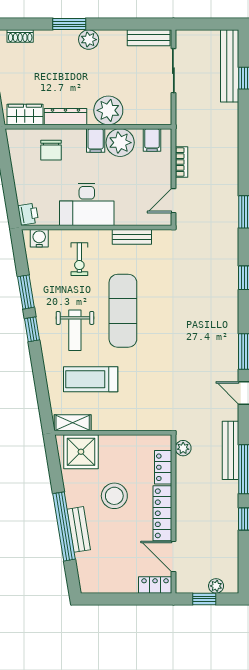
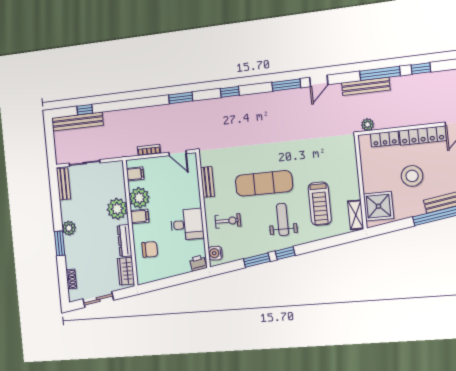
desk: (87, 204) -> (187, 224), width x0.73
weight bench: (75, 330) -> (283, 219), turned -90

